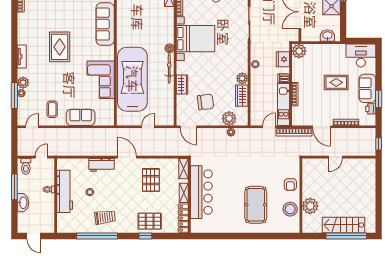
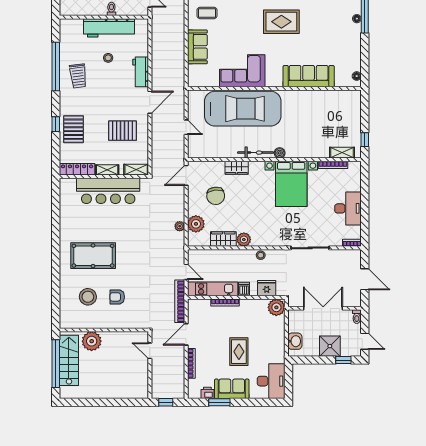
wall: (301, 196) -> (104, 330), moved
plant: (310, 206) -> (92, 341), moved

